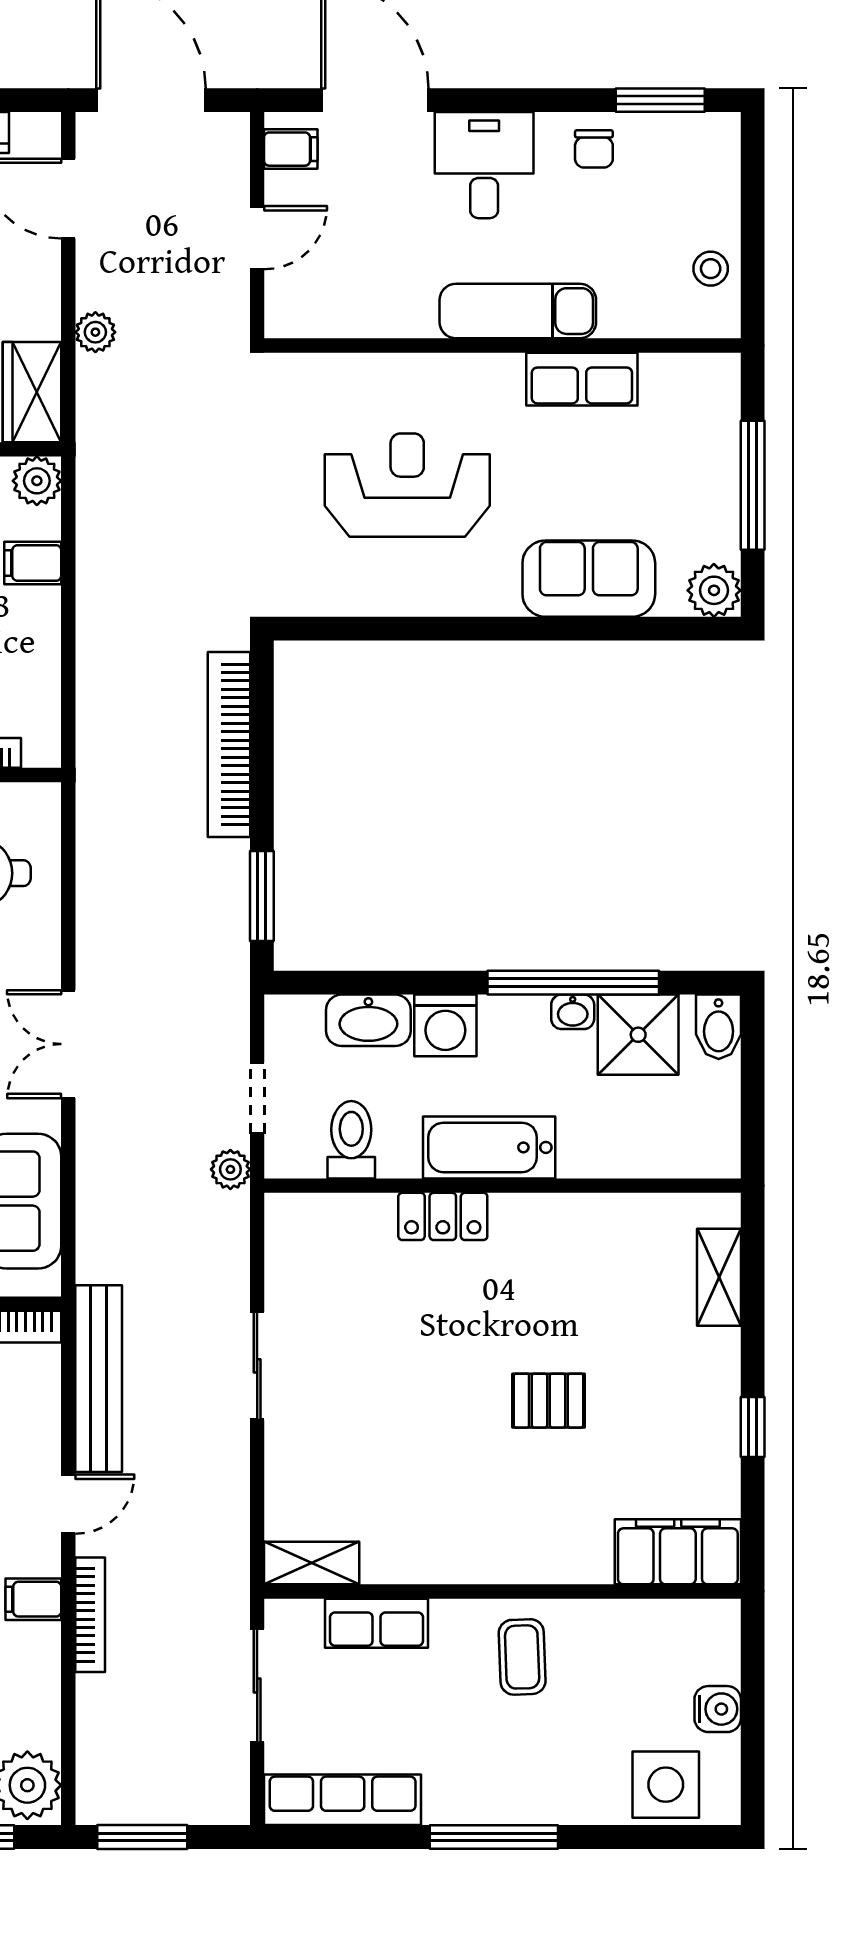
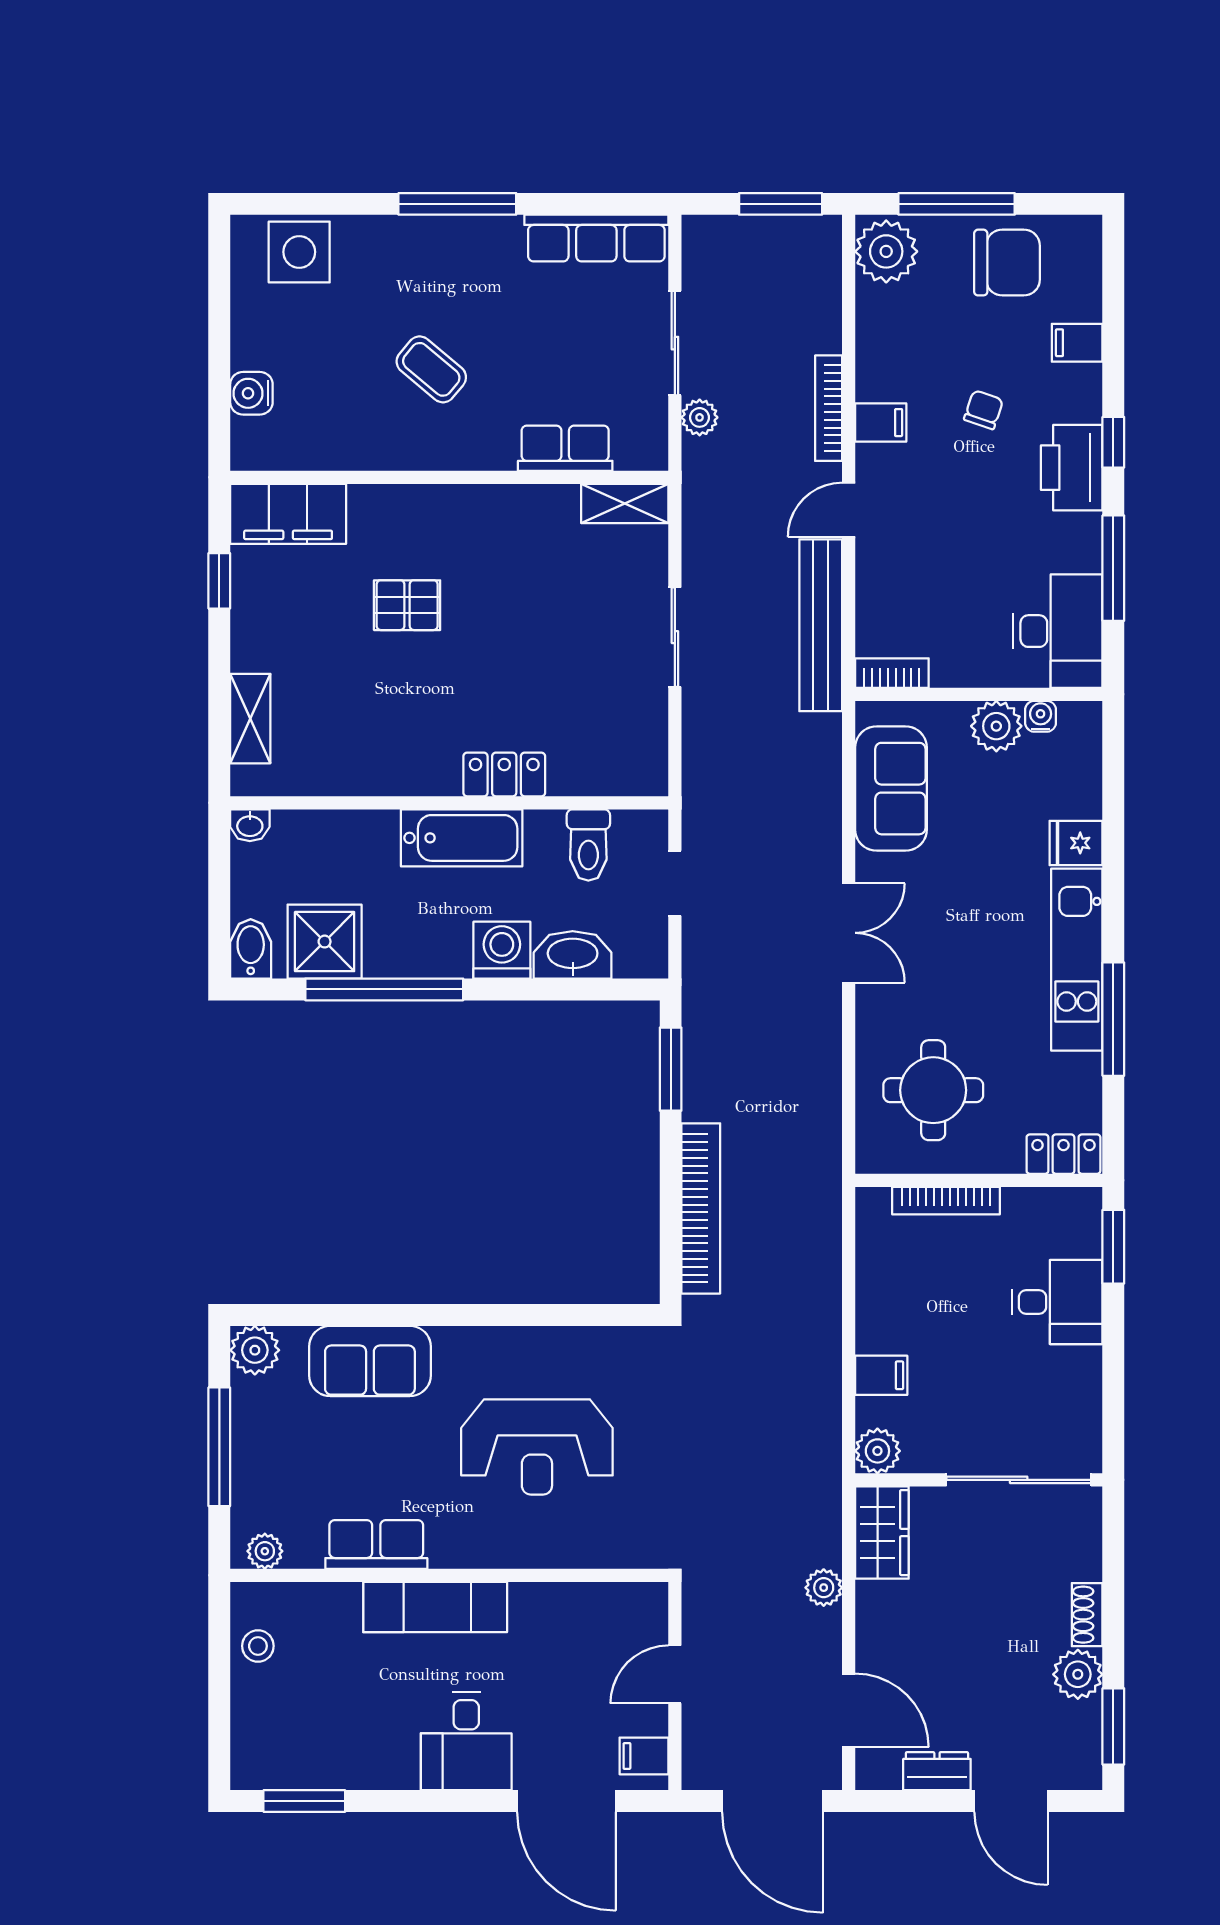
chair: (594, 149) -> (365, 1756), removed
plant: (703, 372) -> (265, 1551), added
washbasin: (573, 1012) -> (250, 825), moved, turned 180
plant: (230, 1169) -> (700, 417), moved
filing cabinet: (678, 1552) -> (288, 514), moved
shelving: (312, 1563) -> (625, 503), moved
wall: (503, 1592) -> (449, 477), moved
row of seats: (377, 1623) -> (565, 448), moved
coffee table: (522, 1657) -> (431, 369), turned -48
water cooler: (718, 1709) -> (251, 393), moved

